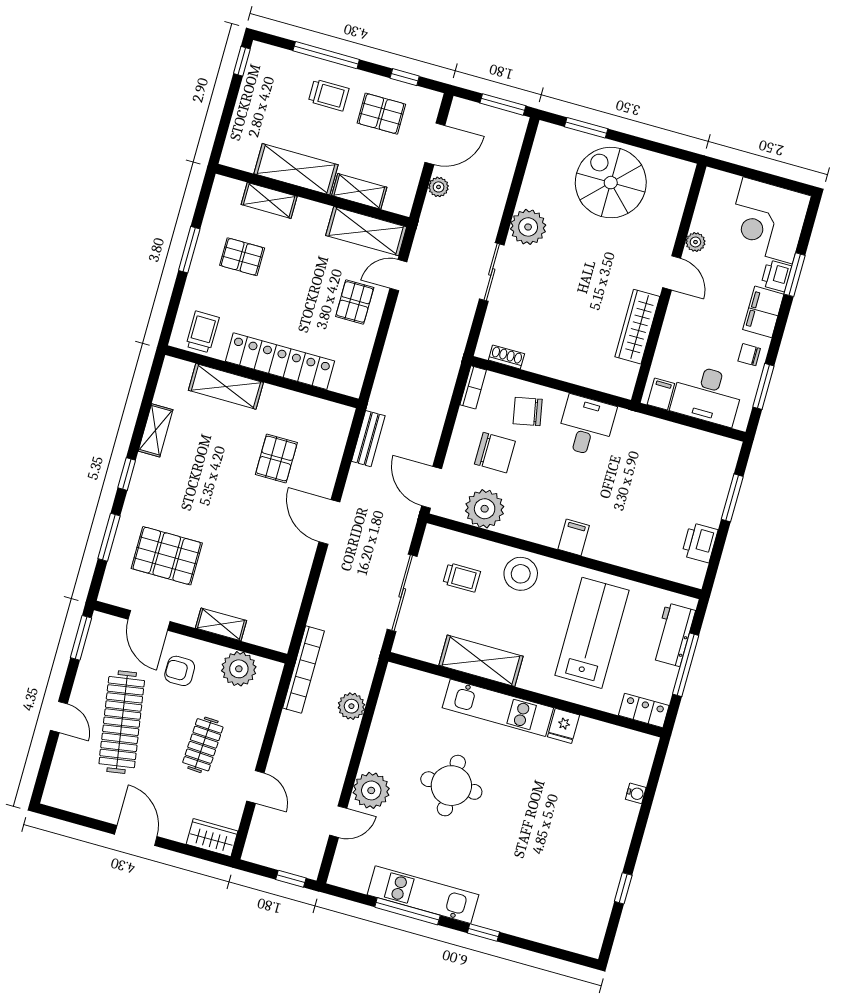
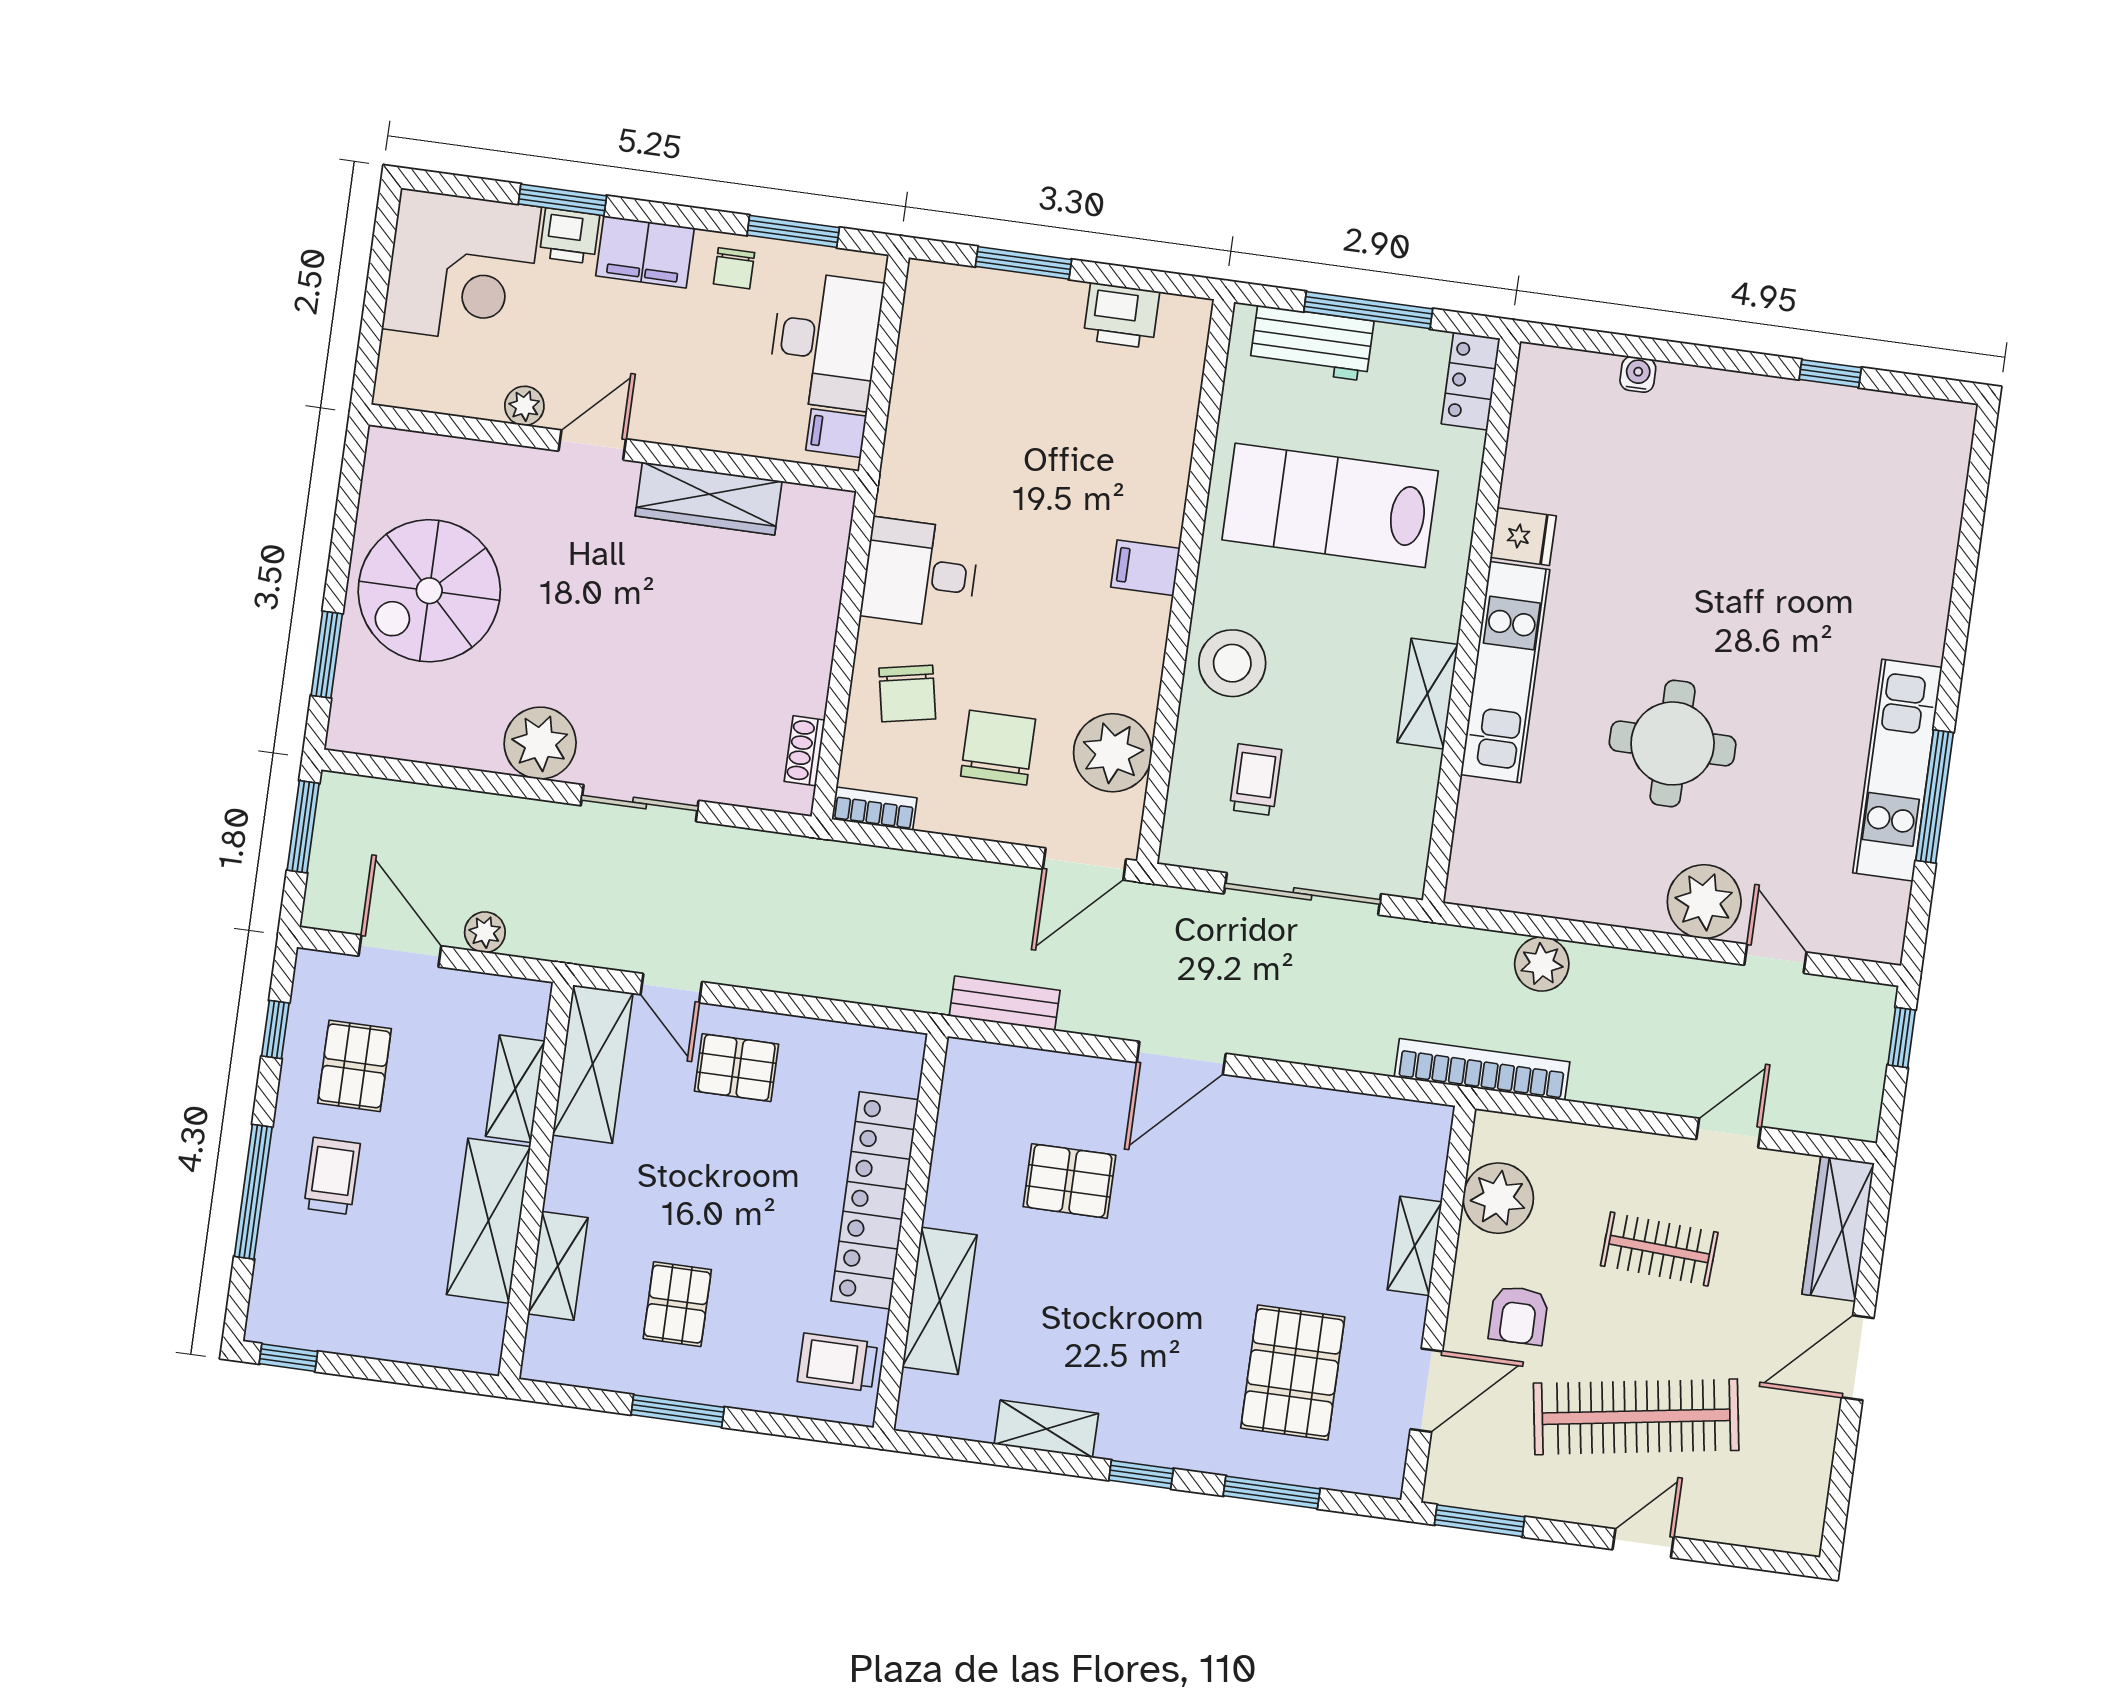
shelving: (481, 661) -> (1428, 694), width x0.67, depth x0.75
wardrobe: (212, 838) -> (1838, 1229), width x1.50
window: (483, 932) -> (1956, 640), removed

